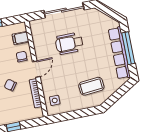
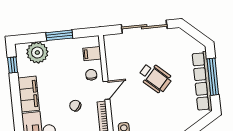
wheelchair: (69, 43) -> (155, 78), moved, turned -138
coffee table: (91, 86) -> (167, 116), removed

